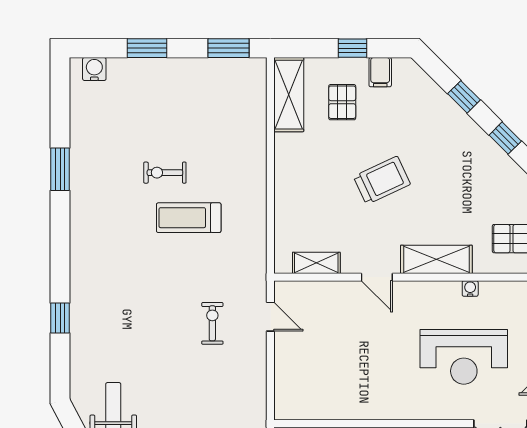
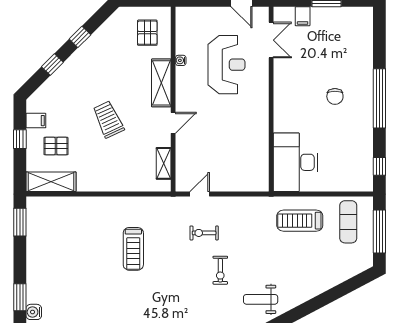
window: (147, 48) -> (20, 297), moved
exercise bike: (165, 173) -> (220, 270), moved

